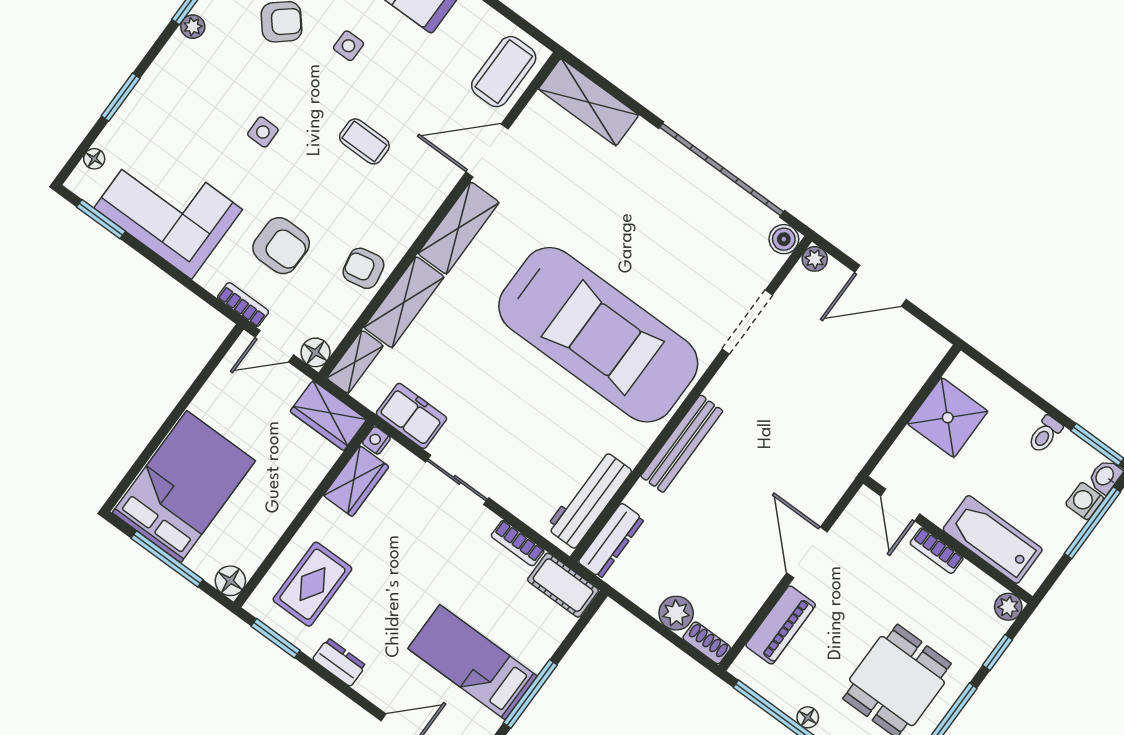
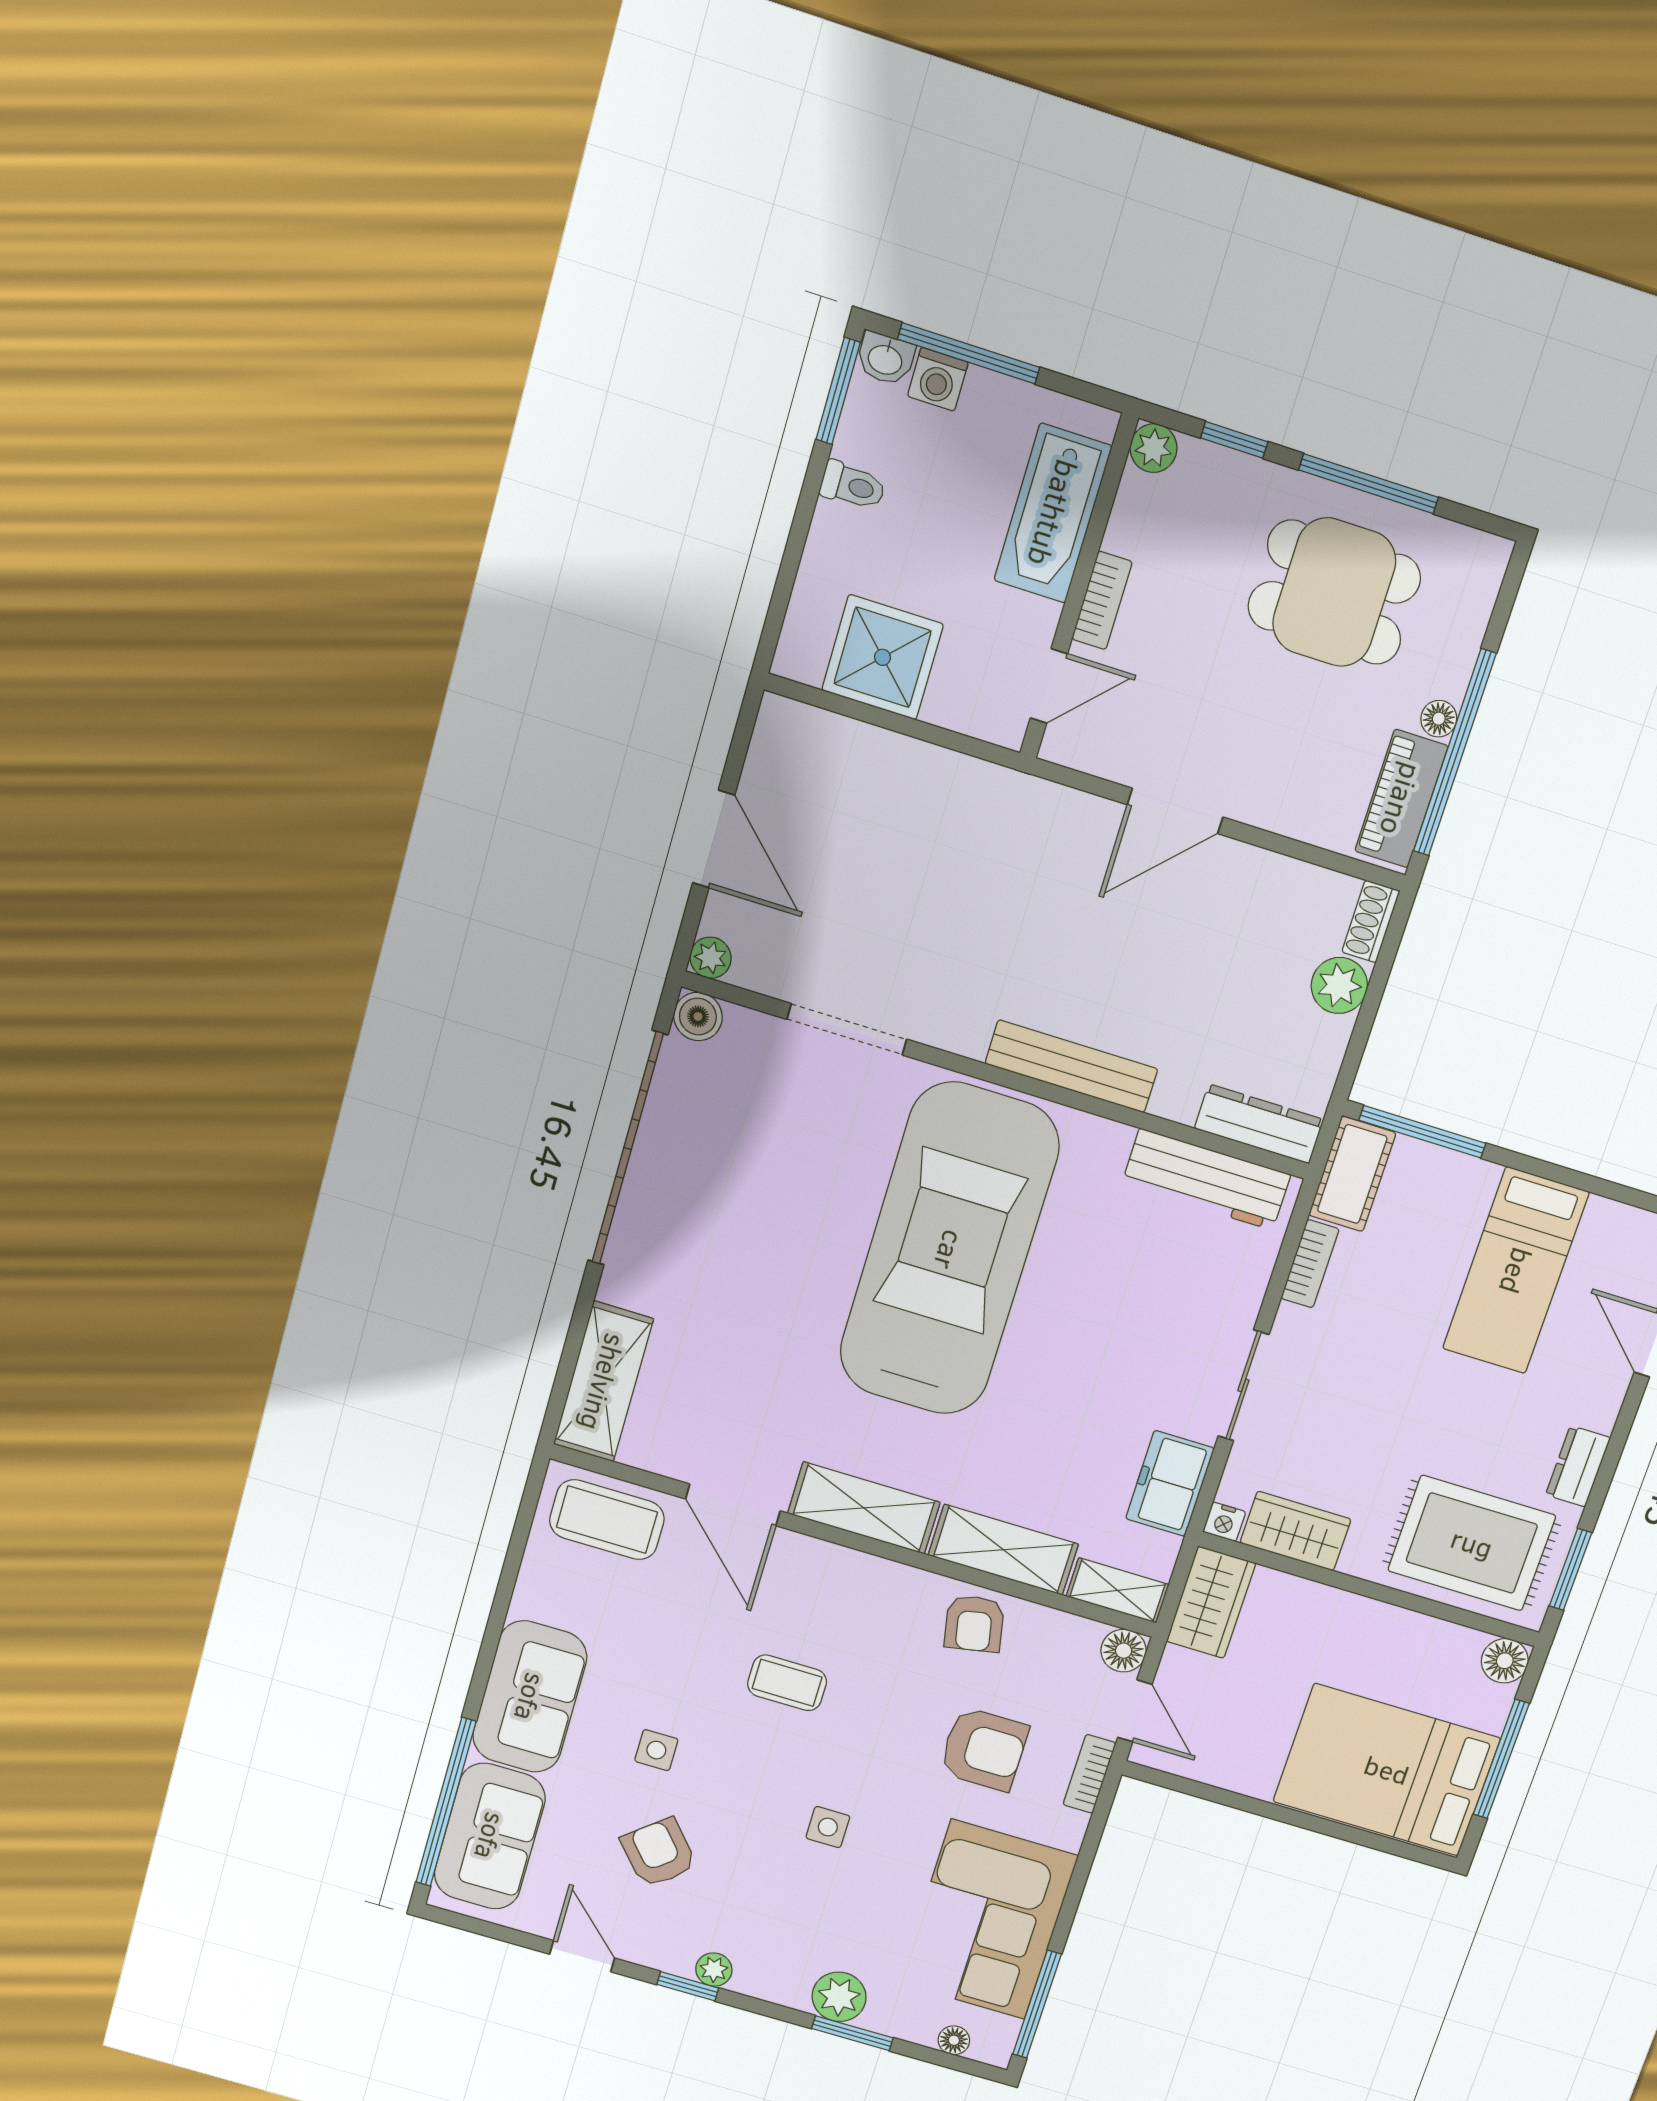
plant: (148, 98) -> (839, 1997), added
coffee table: (364, 141) -> (787, 1683), turned 90
window: (101, 219) -> (1037, 2004), width x1.44
armchair: (281, 246) -> (984, 1749), turned 90
rug: (312, 584) -> (1472, 1543), width x1.36, depth x1.43
piano: (781, 625) -> (1401, 799), moved, turned -90
window: (530, 694) -> (1422, 1132), moved

